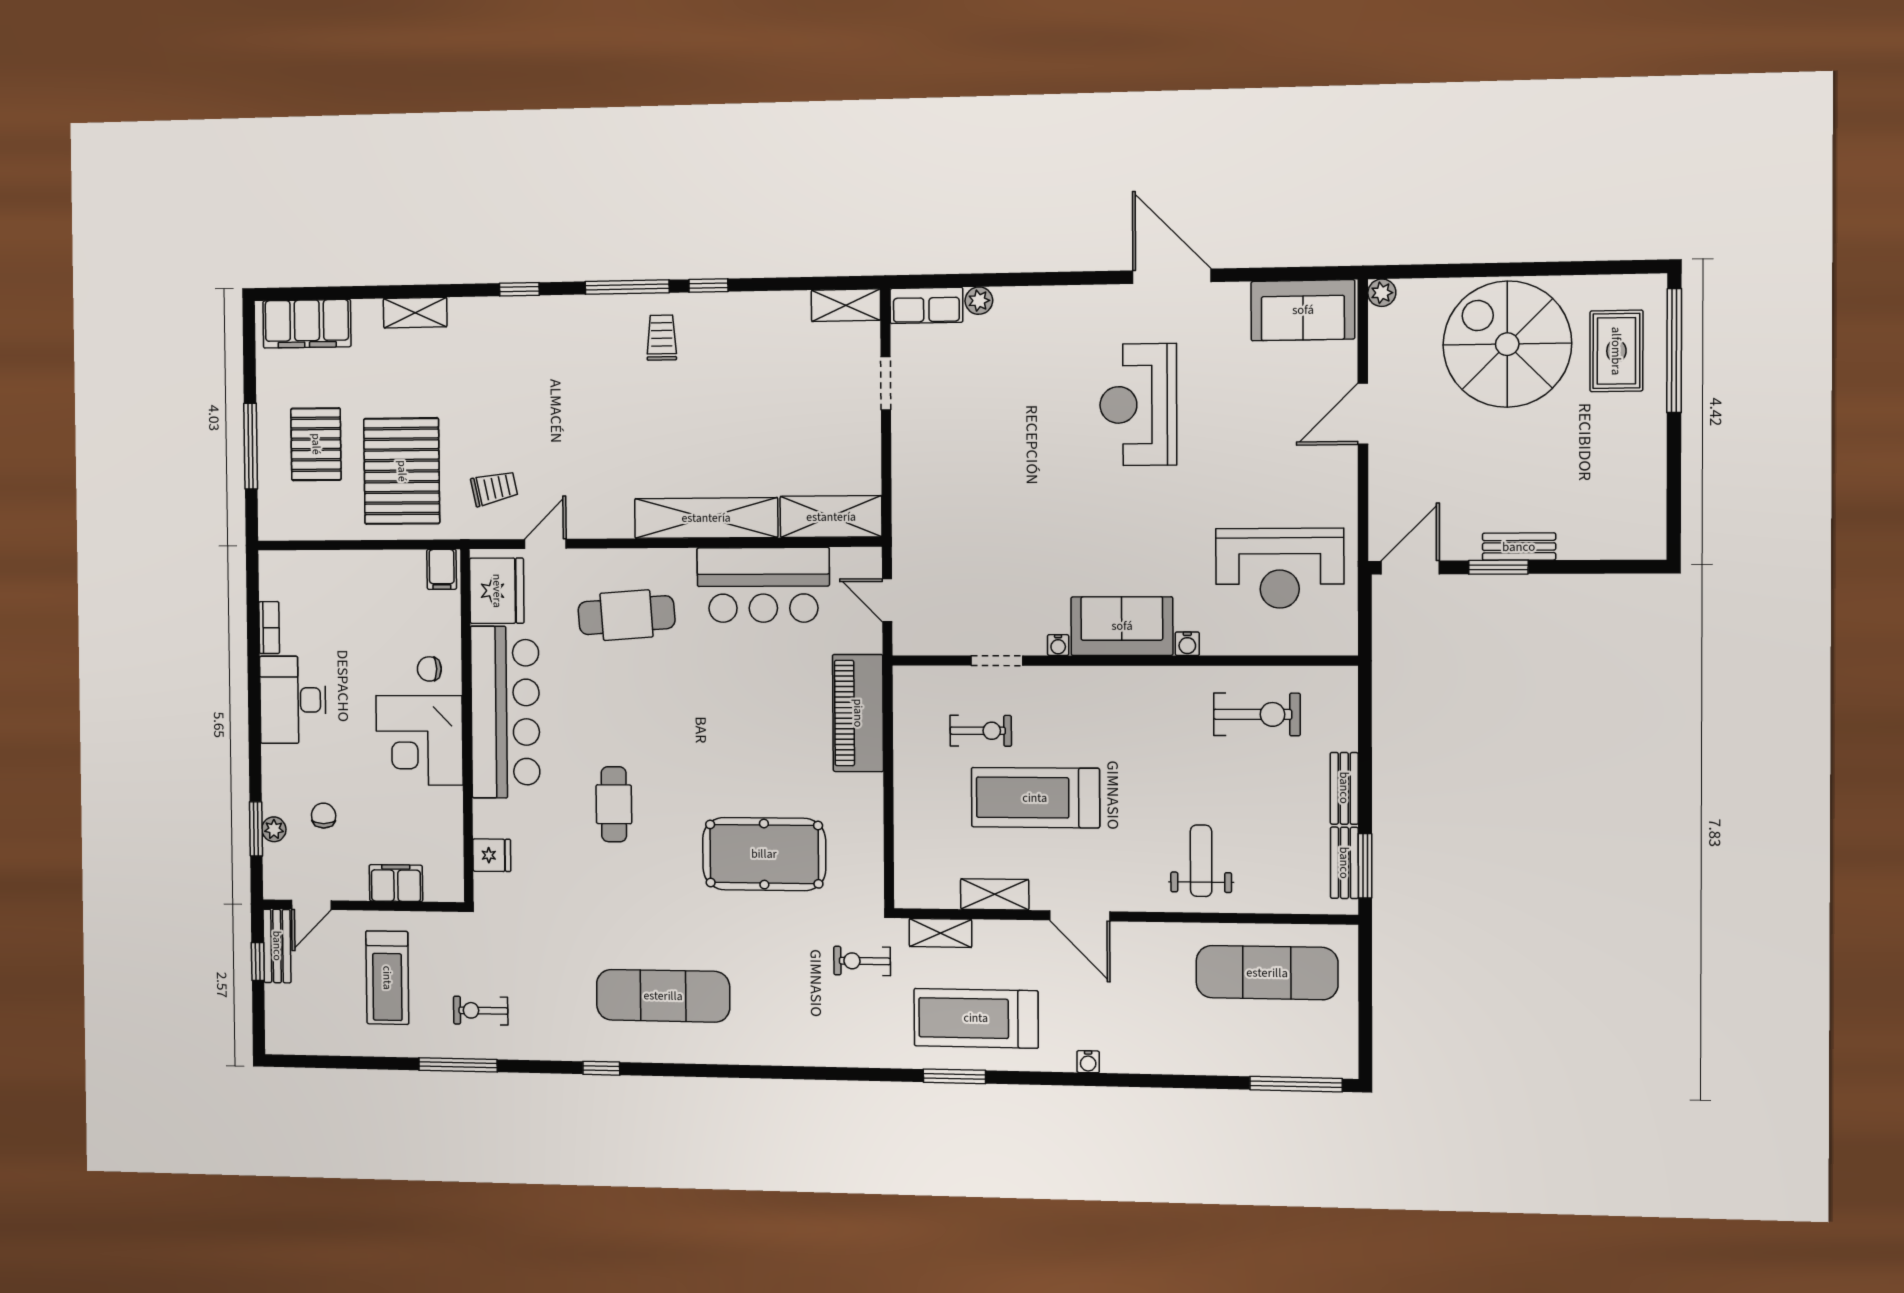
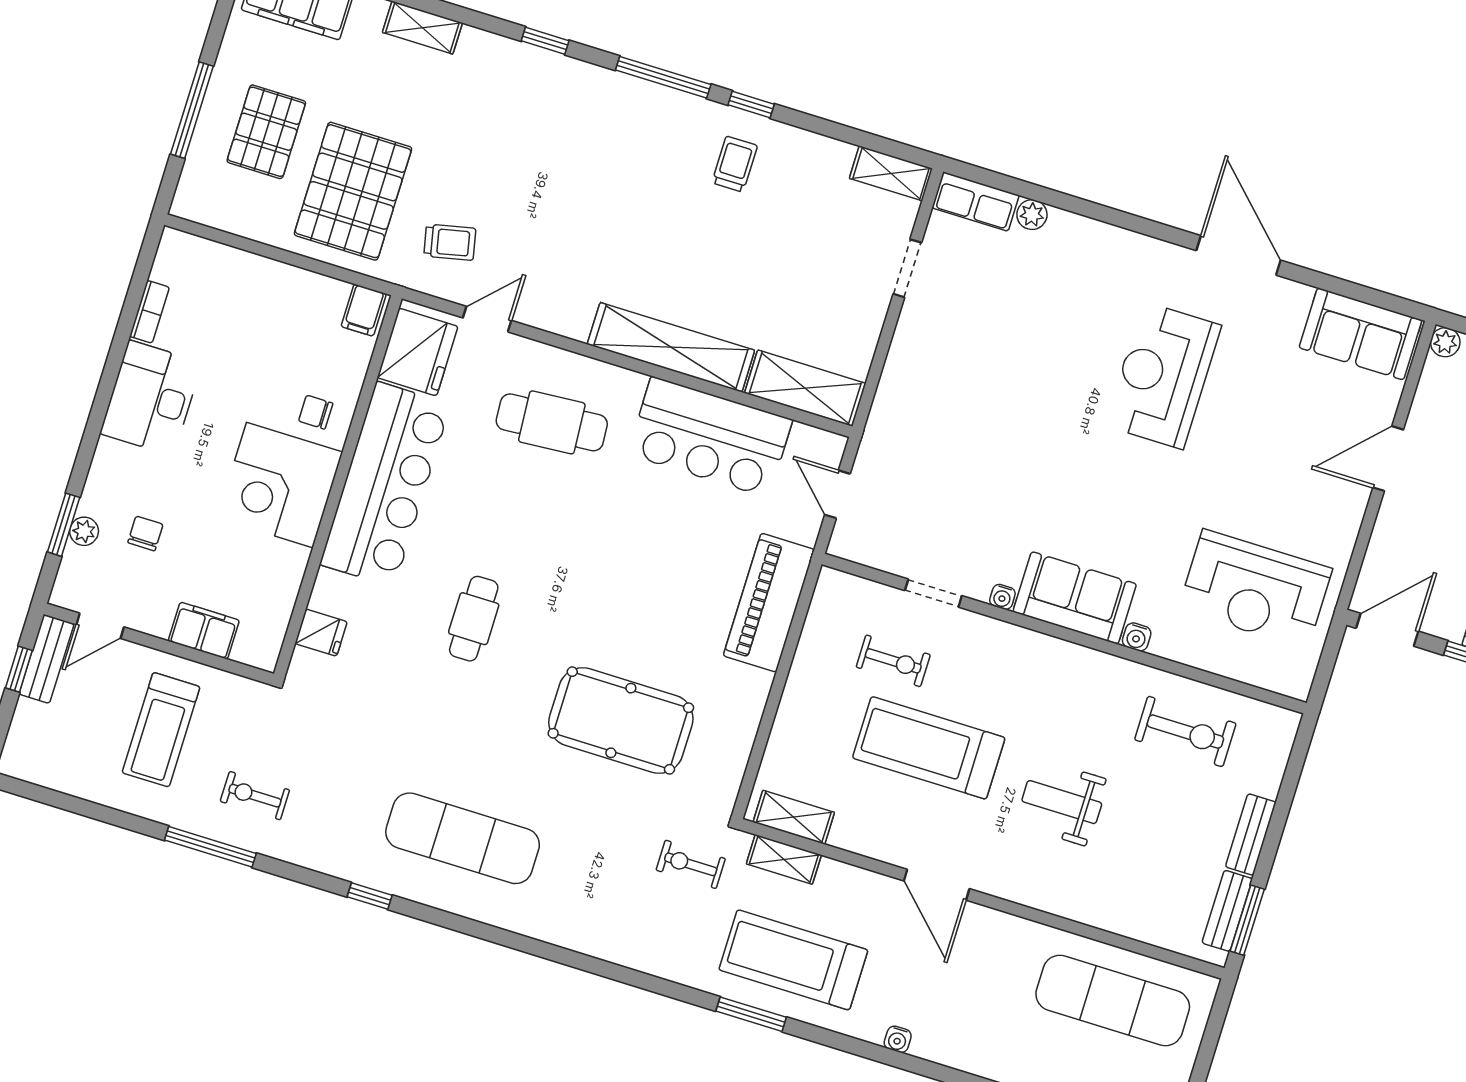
trolley: (662, 338) -> (735, 164), moved
weight bench: (1201, 861) -> (1062, 802), moved, turned -90
shelving: (995, 894) -> (794, 817), moved

